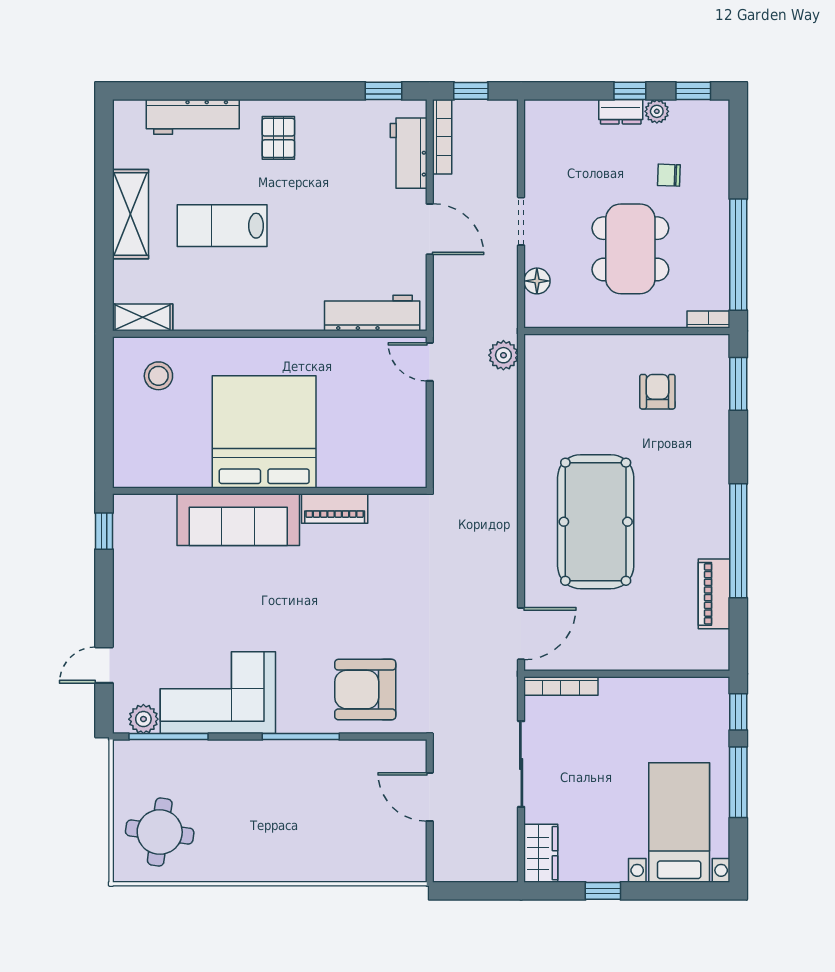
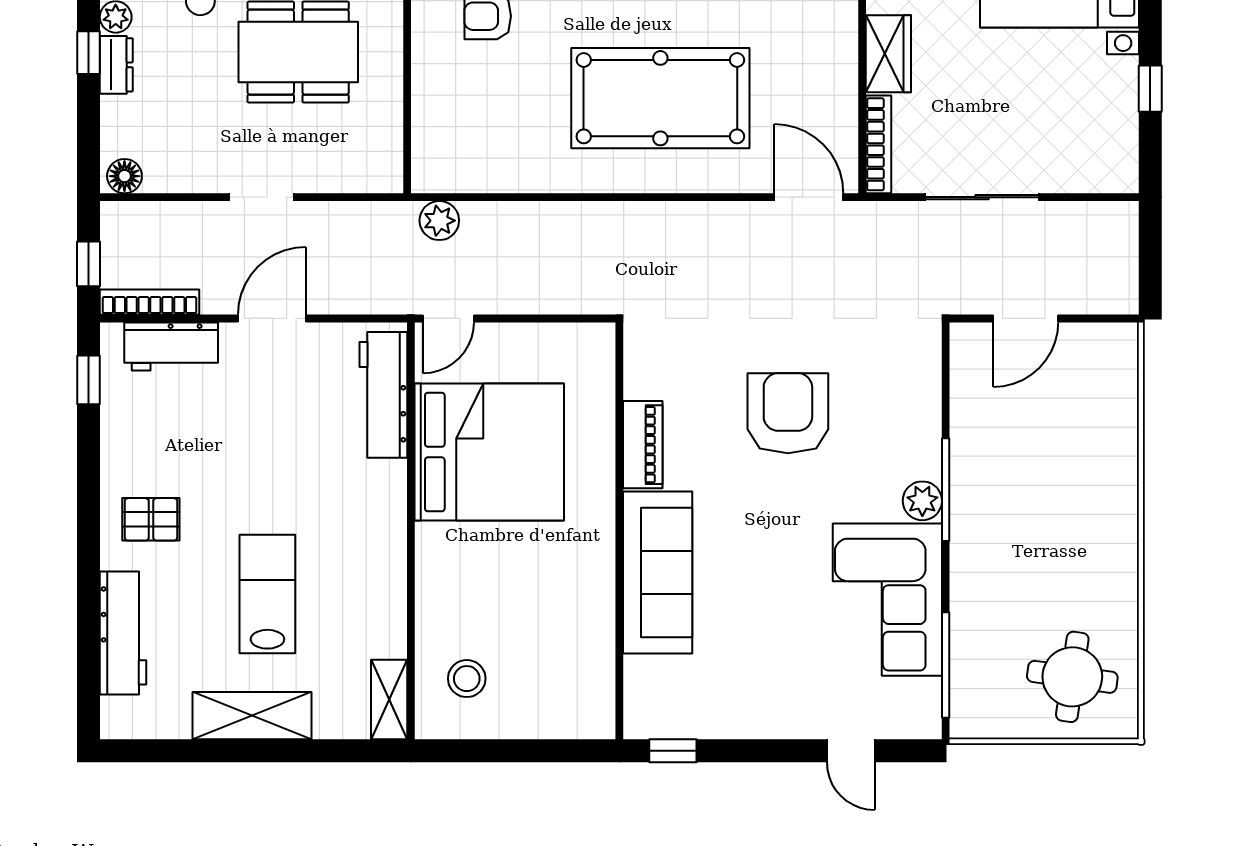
lab bench: (222, 226) -> (267, 594), turned 180
floor lamp: (537, 281) -> (124, 176), moved
bed: (264, 432) -> (489, 452), moved, turned 180
armchair: (365, 690) -> (788, 413), moved, turned 180
plant: (143, 719) -> (922, 501), moved
wardrobe: (541, 853) -> (888, 54), moved, turned 90

